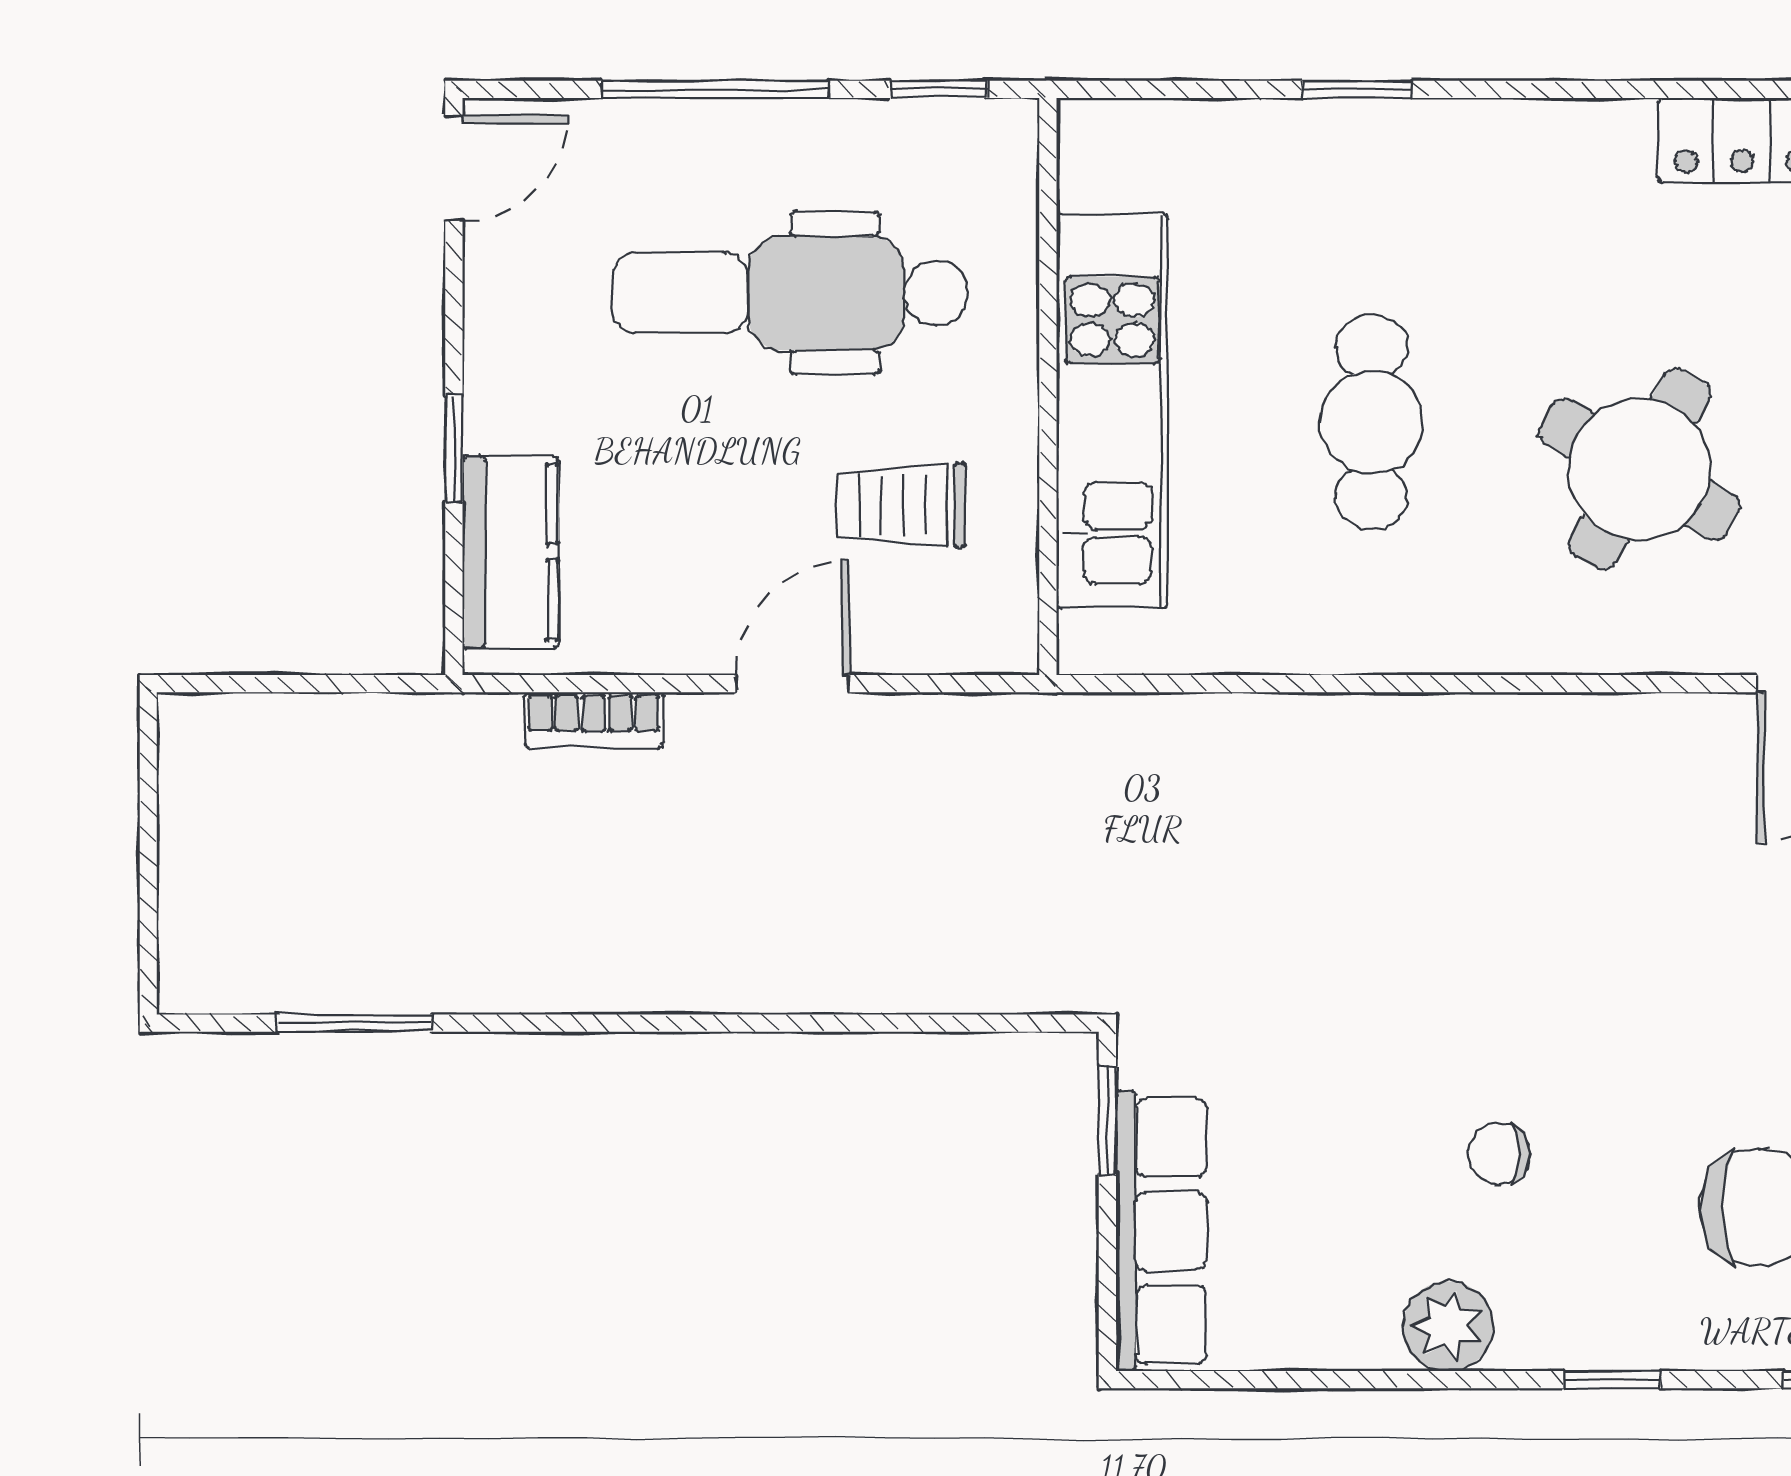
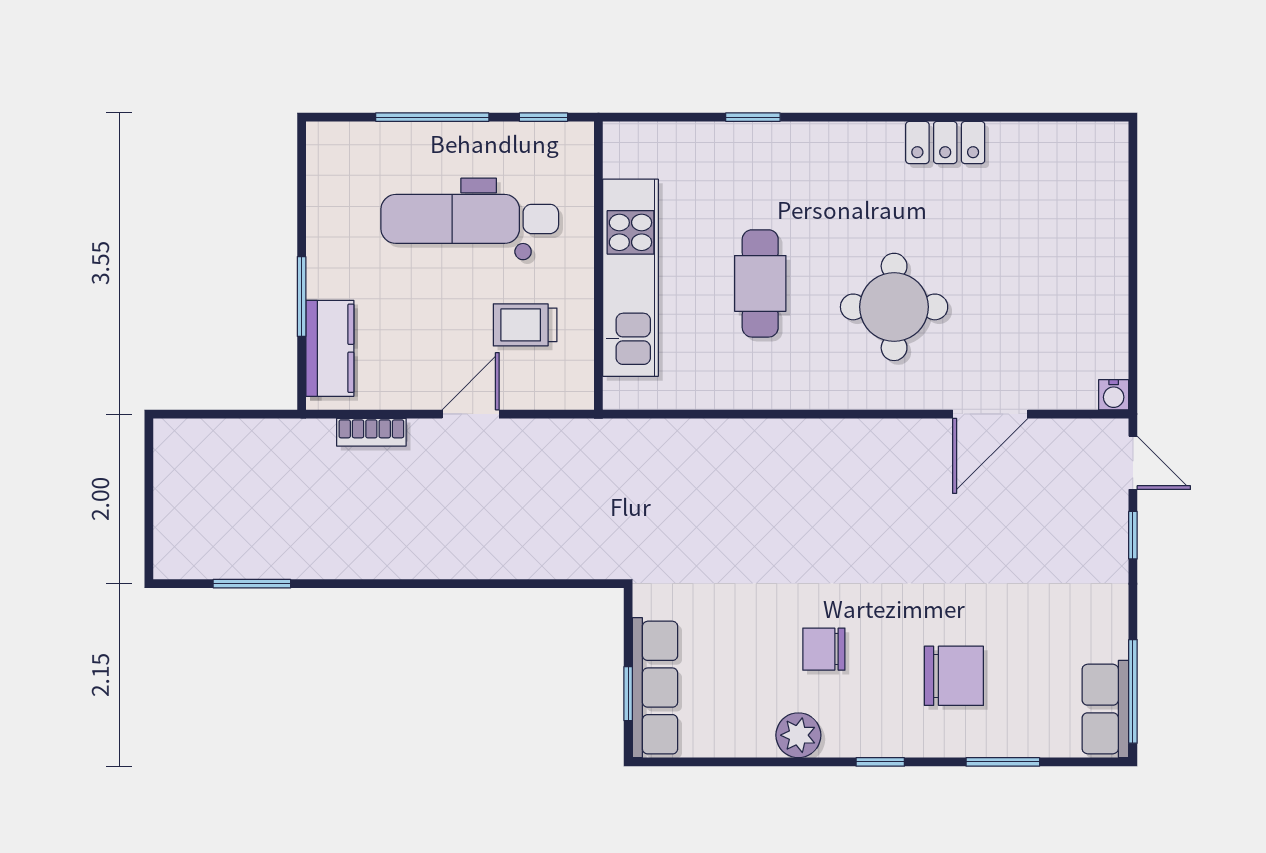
door: (454, 168) -> (302, 156), removed
window: (454, 448) -> (302, 296), width x1.50
round table: (1639, 469) -> (894, 307), turned -30
window: (1107, 1120) -> (628, 694), moved
chair: (1499, 1154) -> (824, 649), width x1.37, depth x1.37

